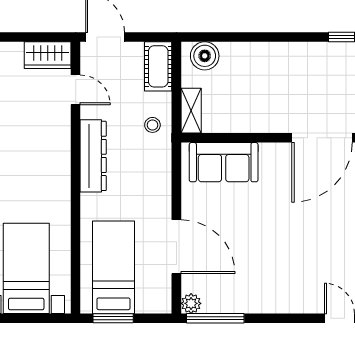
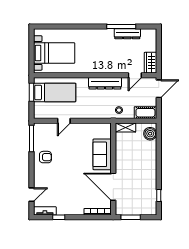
sofa: (224, 162) -> (102, 154), moved
door: (176, 247) -> (64, 121), width x0.53
armchair: (256, 288) -> (45, 157), added
plant: (191, 303) -> (38, 128), removed

